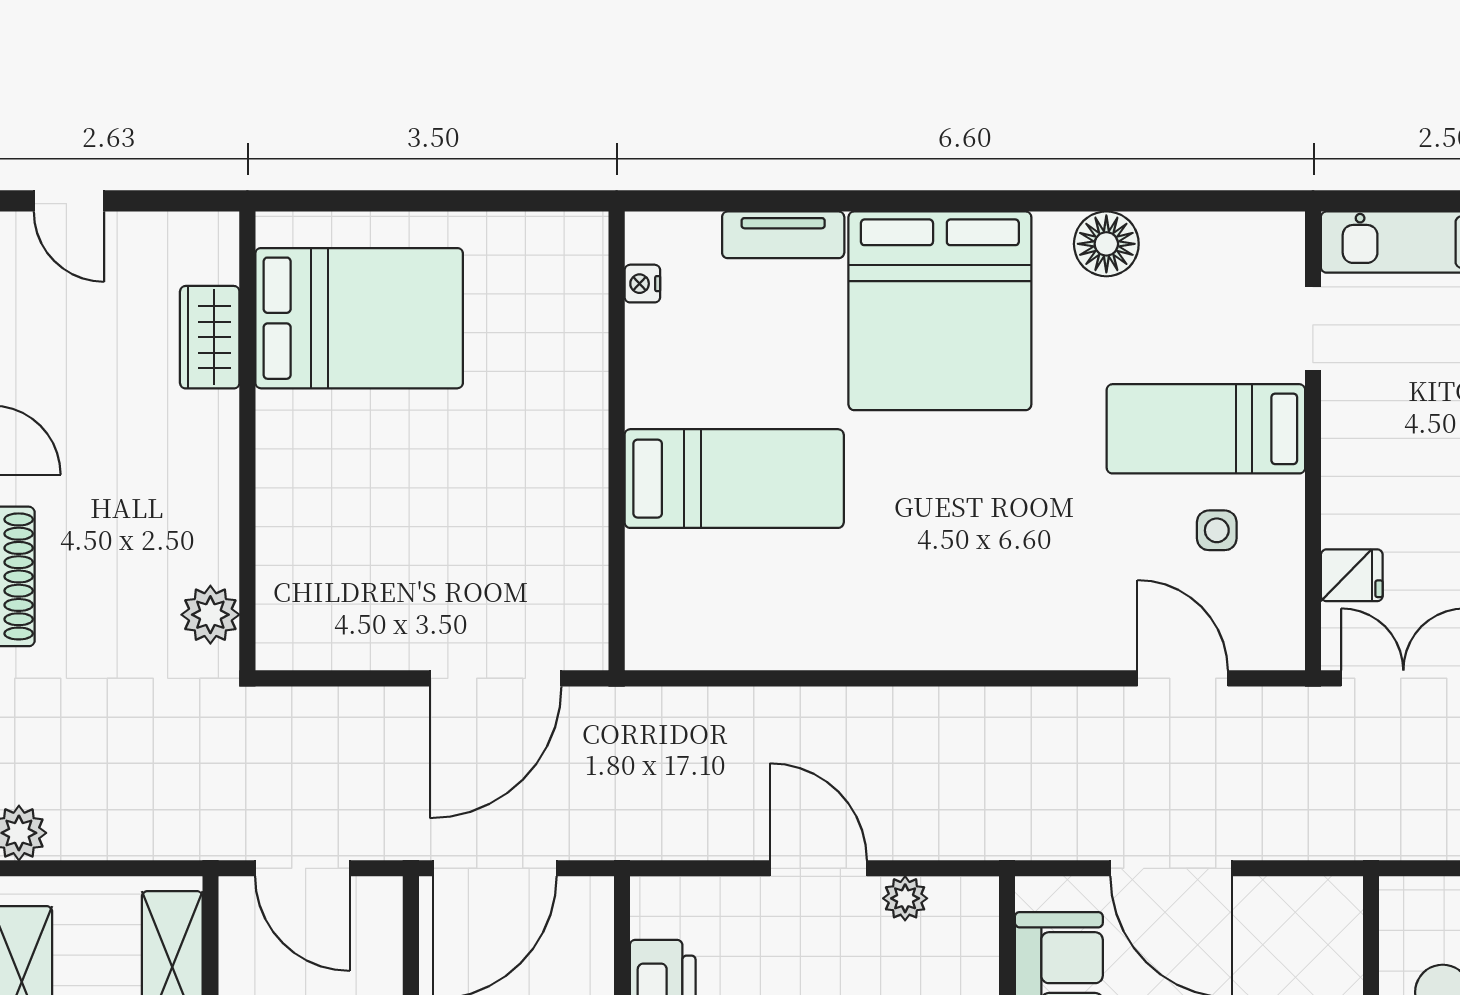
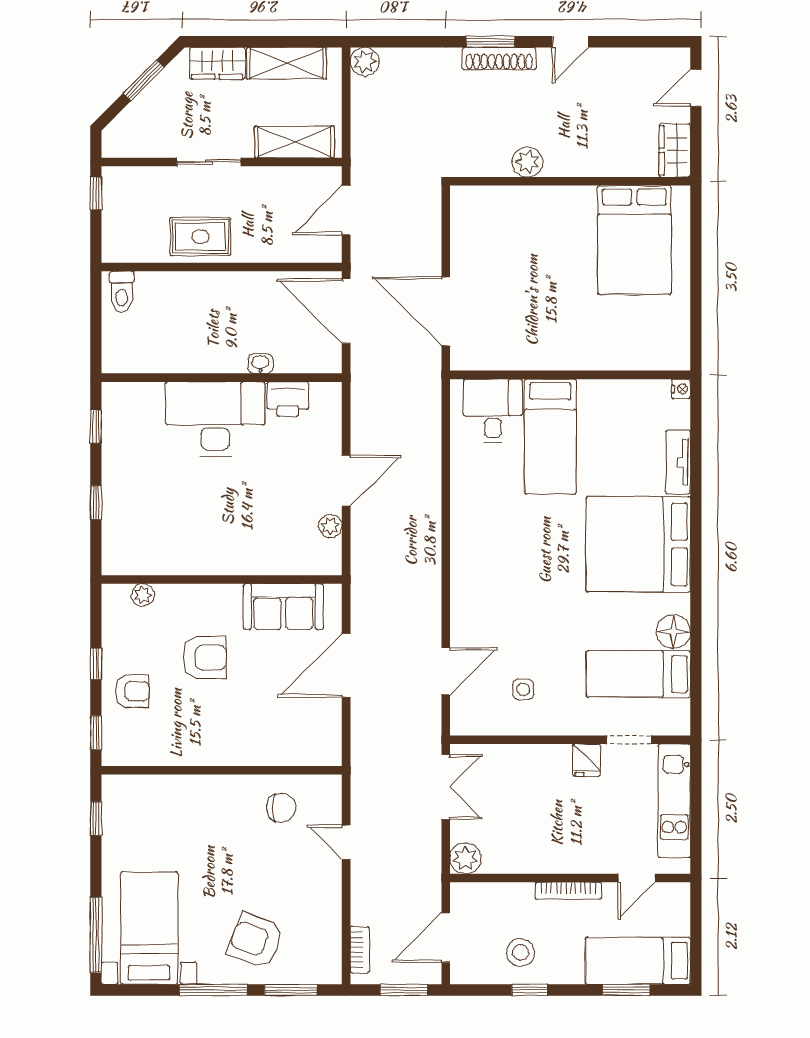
nightstand: (642, 284) -> (681, 389), moved, turned 90
wardrobe: (210, 337) -> (675, 150), moved, turned -90
bed: (1206, 429) -> (638, 674), moved, turned -90
fridge: (1352, 575) -> (587, 760), moved
desk: (685, 588) -> (493, 411), added
plant: (210, 615) -> (527, 162), moved

